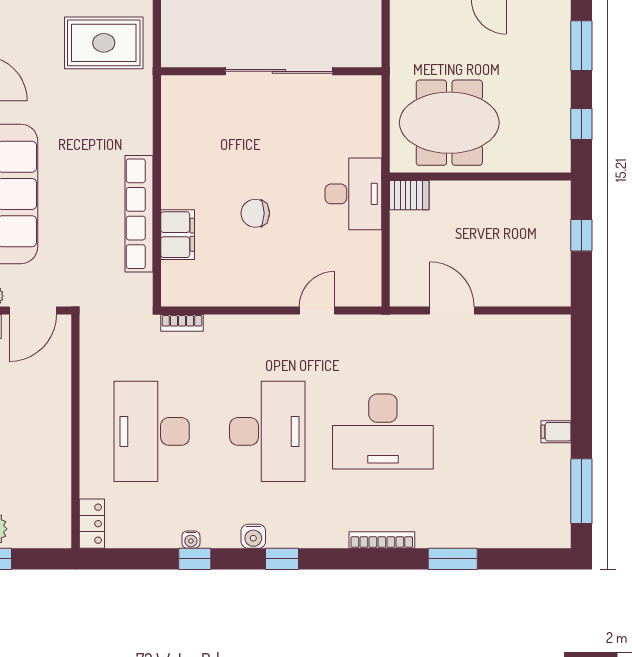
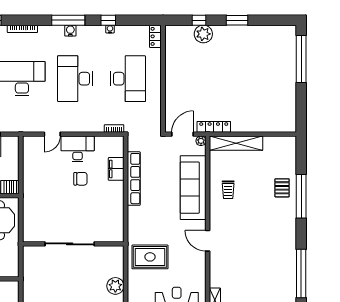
desk: (353, 194) -> (78, 149), moved, turned 90
water cooler: (253, 536) -> (70, 31), moved
window: (282, 559) -> (68, 20), width x2.17

